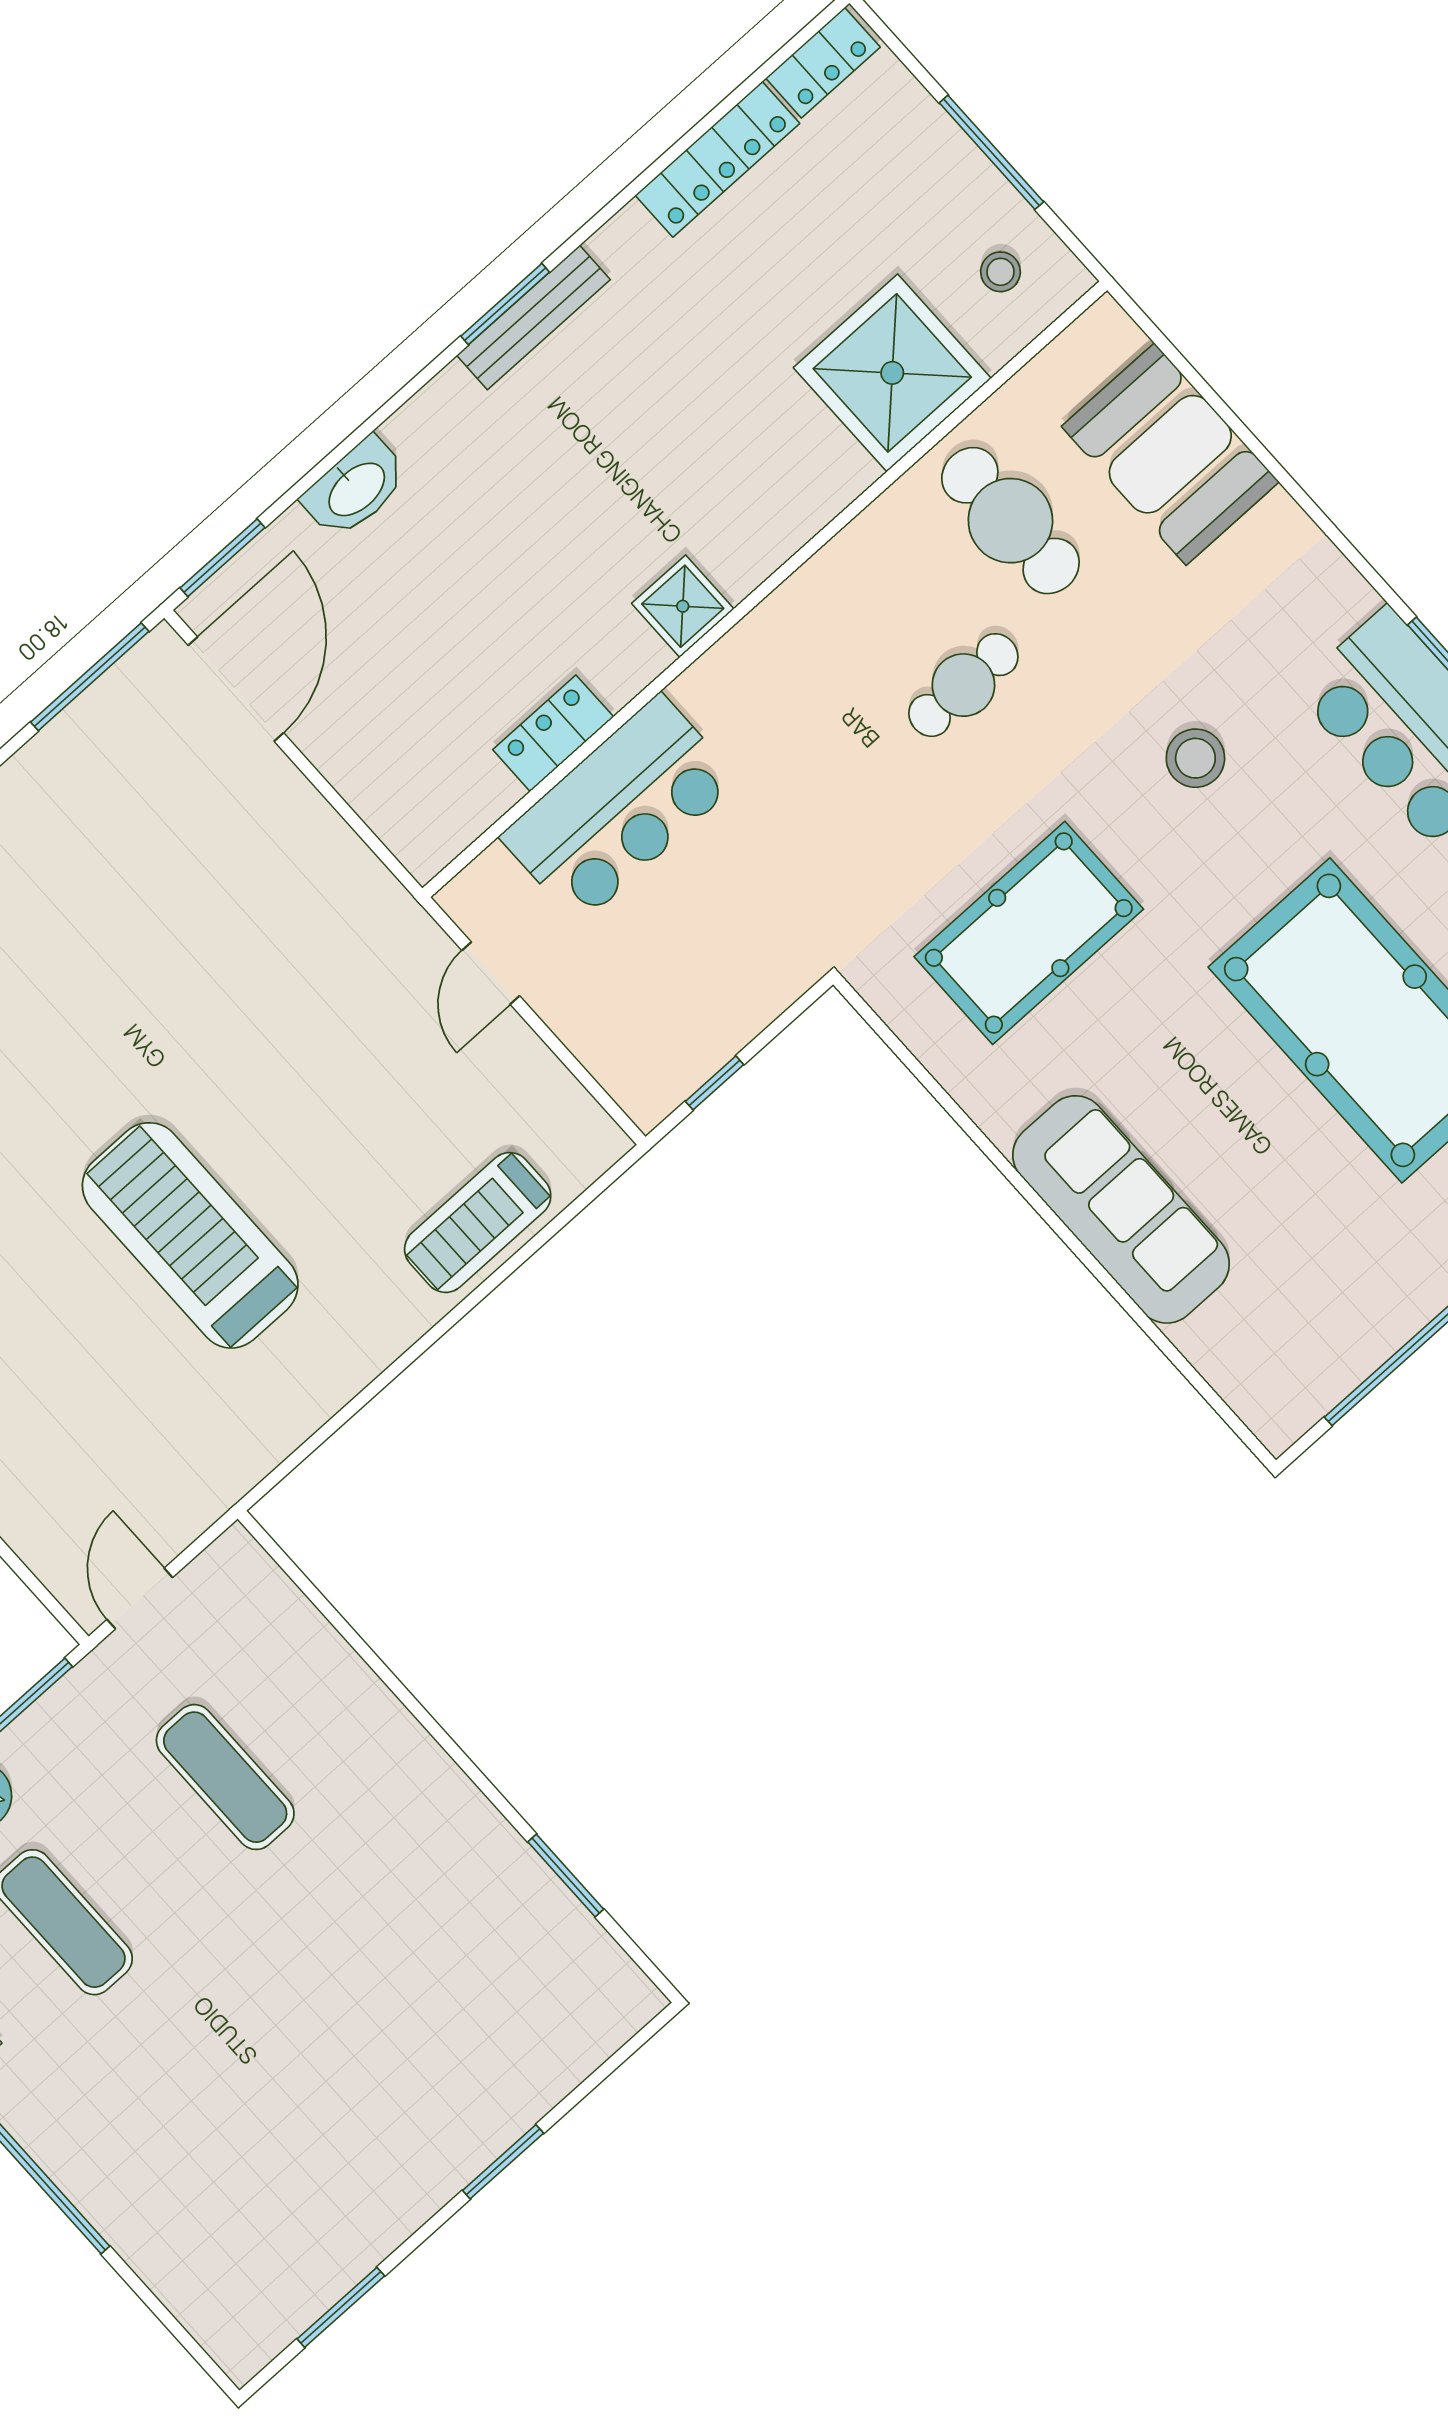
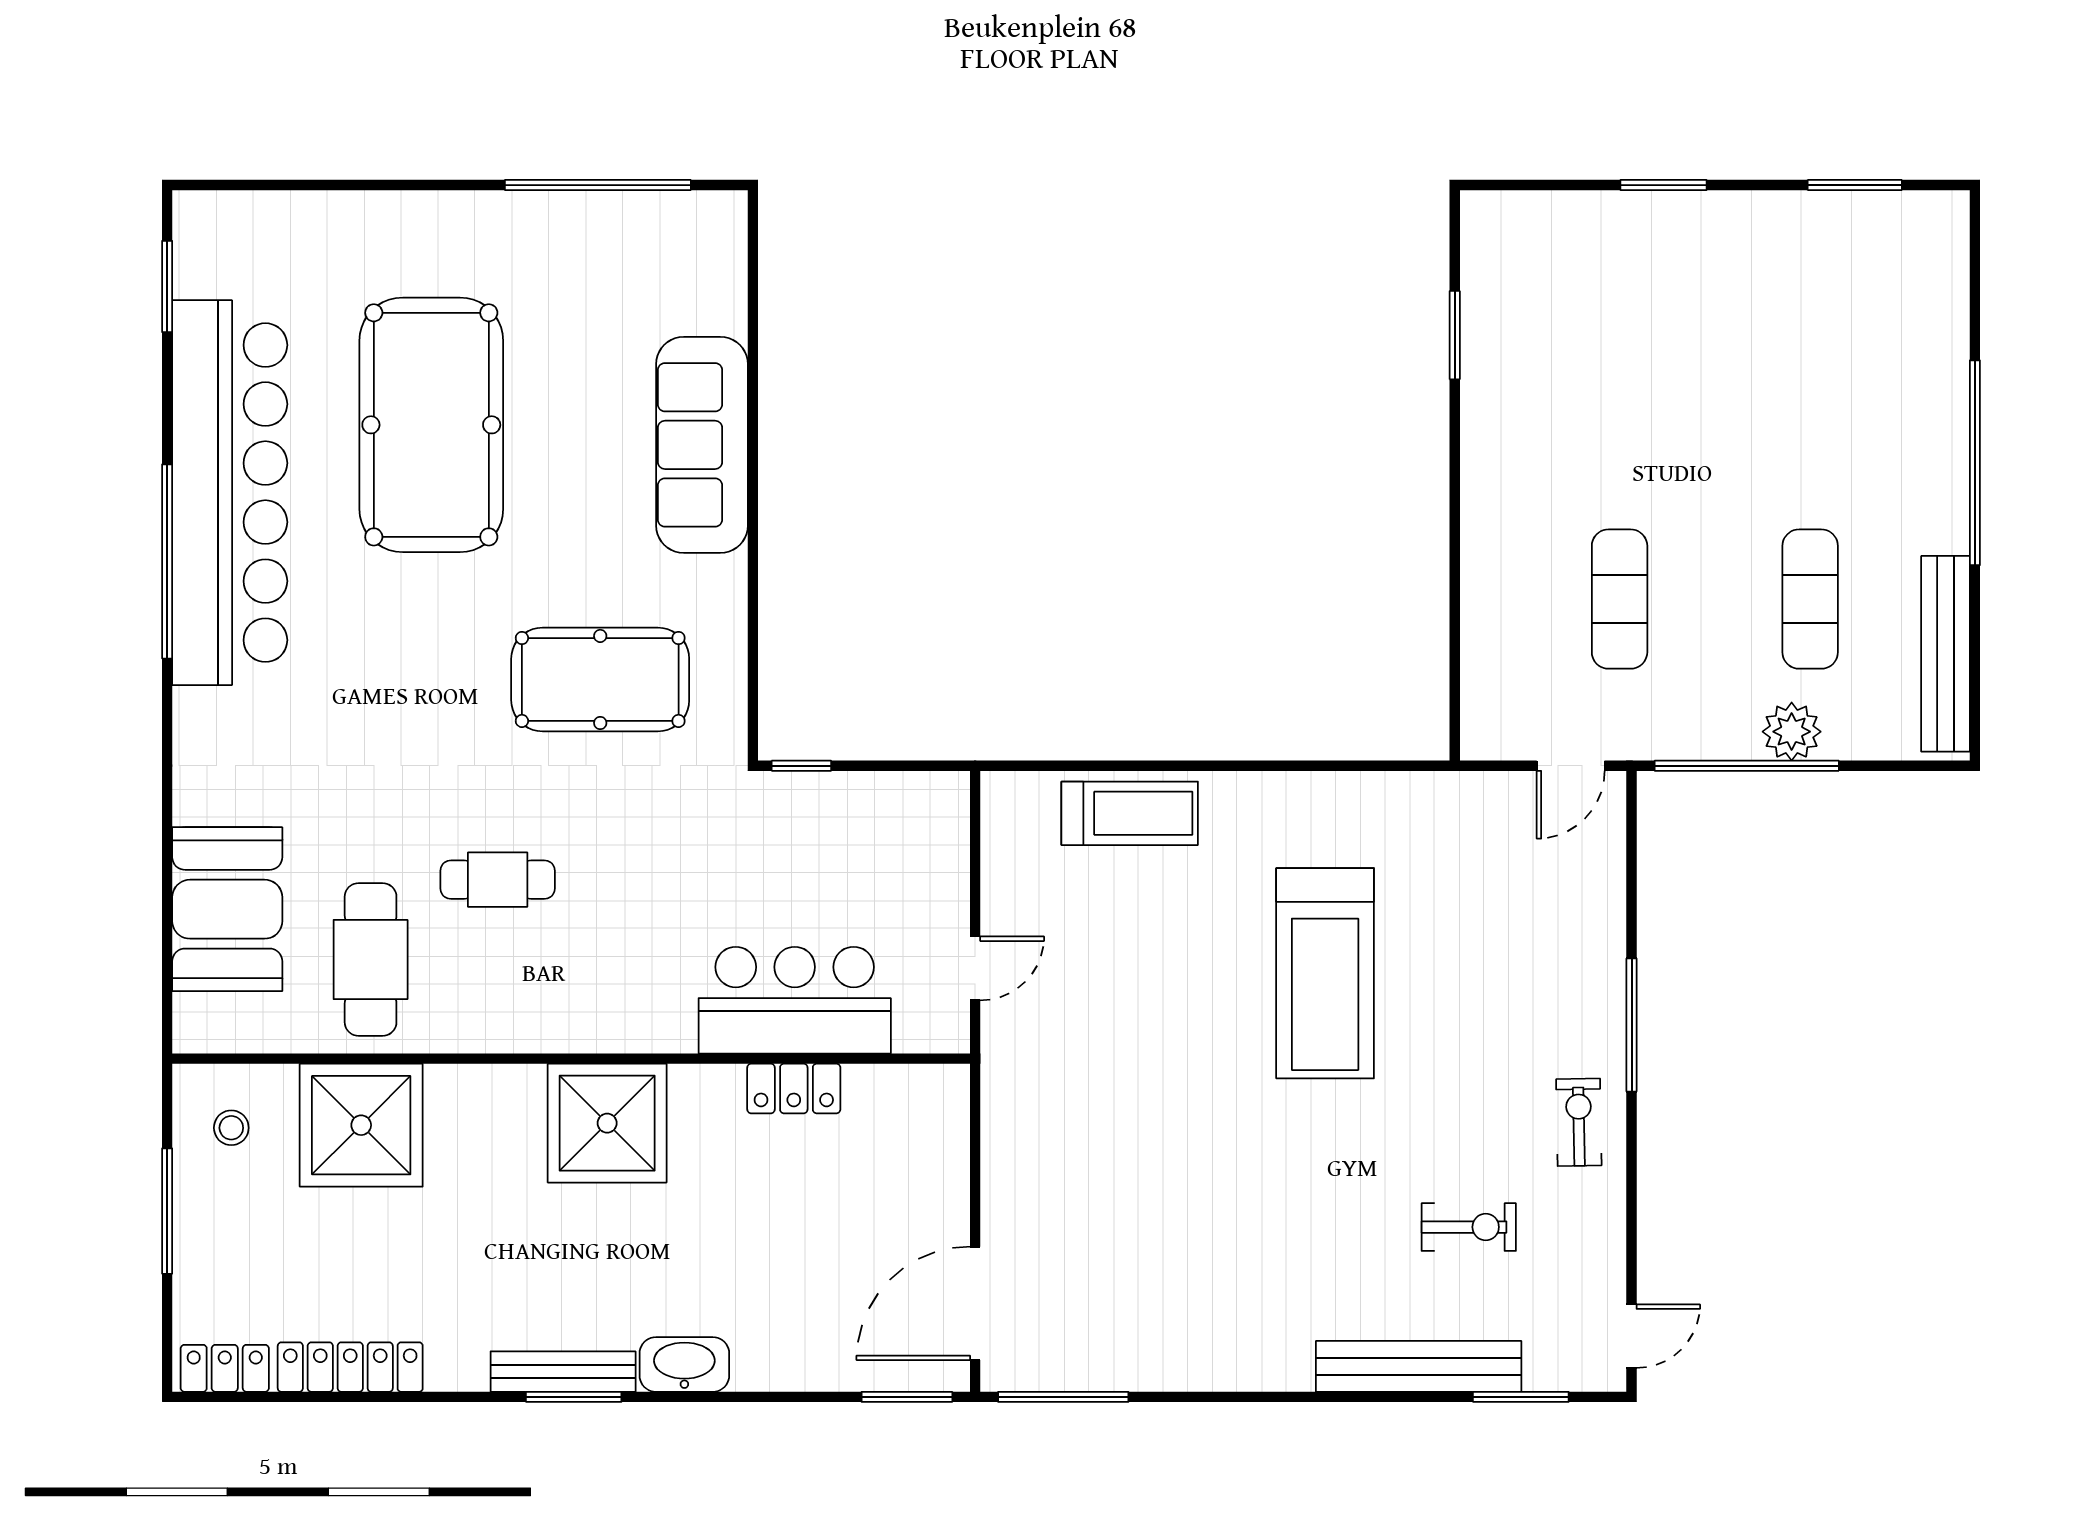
washbasin: (356, 488) -> (684, 1364), moved
shower: (683, 606) -> (607, 1123), width x1.86, depth x1.86
stool: (1195, 758) -> (389, 696), removed
window: (714, 1083) -> (801, 766), moved

